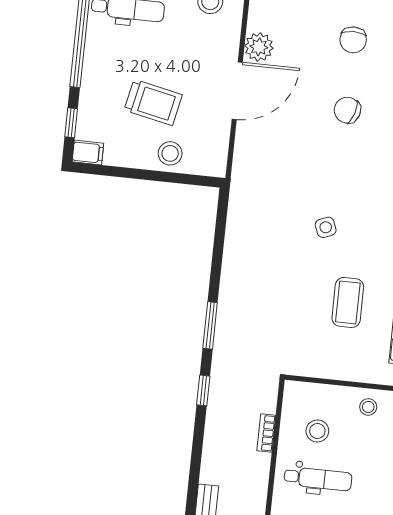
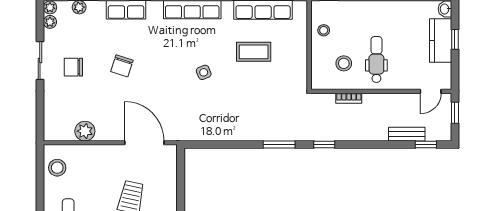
chair: (353, 40) -> (73, 67), turned 180
door: (237, 91) -> (144, 143), moved
stool: (170, 153) -> (164, 184), removed

